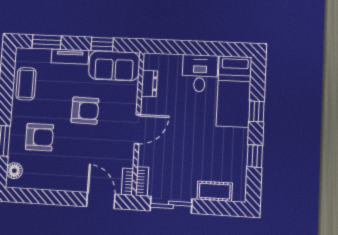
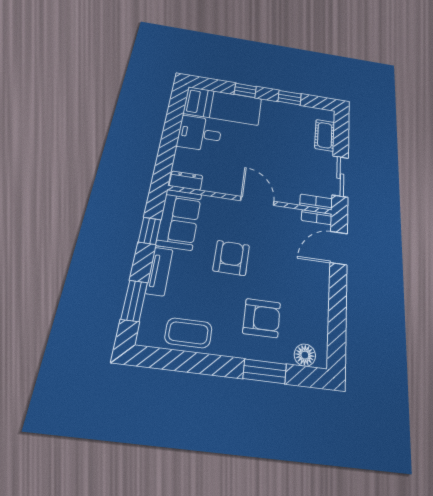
dresser: (149, 84) -> (186, 181), moved
armchair: (39, 137) -> (262, 318), turned 90

